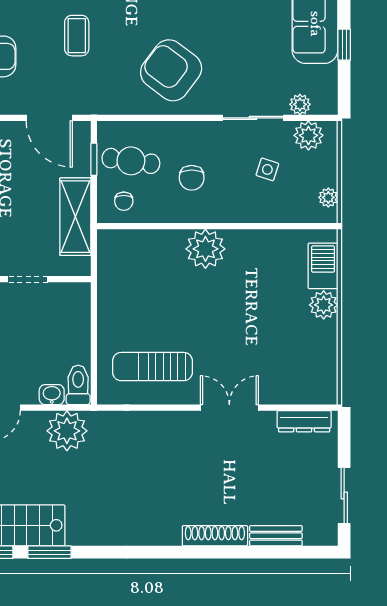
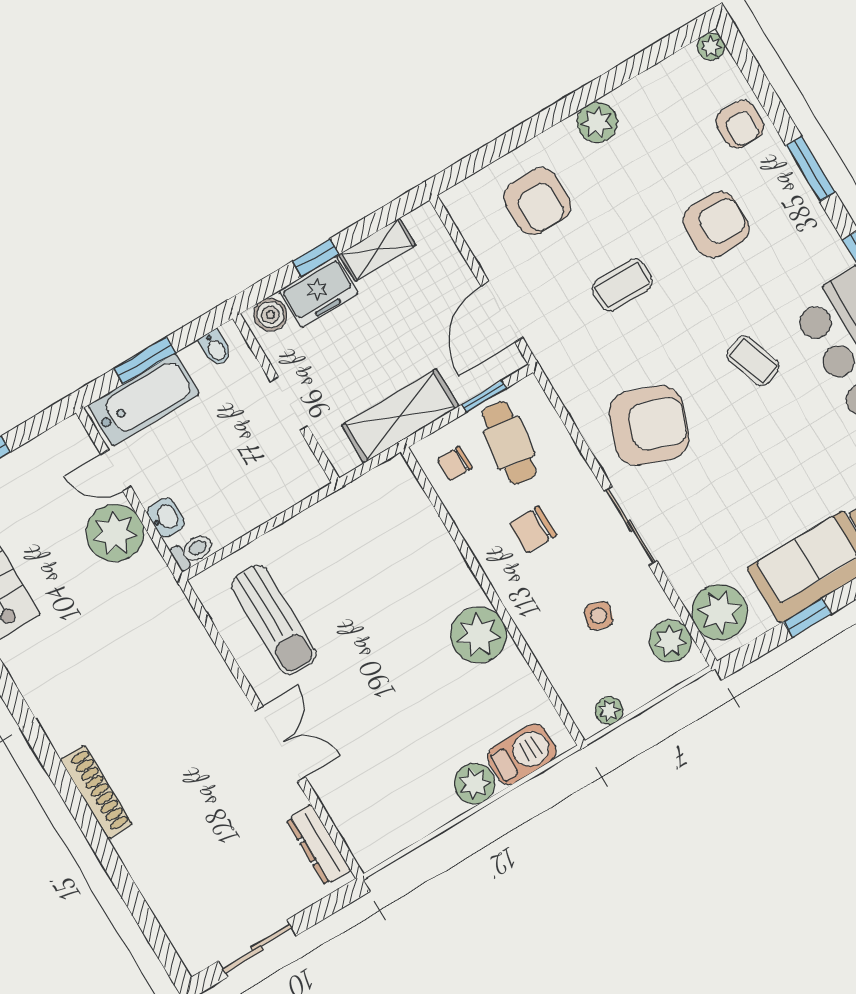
armchair: (171, 70) -> (649, 425), turned 73
plant: (300, 104) -> (720, 612), width x1.88, depth x1.88
sliding door: (253, 118) -> (631, 526), moved
plant: (205, 249) -> (478, 635), moved
sun lounger: (152, 367) -> (274, 620), turned 180
toilet: (78, 385) -> (193, 551), width x0.73, depth x0.72
plant: (67, 431) -> (115, 533), moved
shoe rack: (215, 536) -> (96, 792), moved
bench: (276, 536) -> (158, 895), removed

